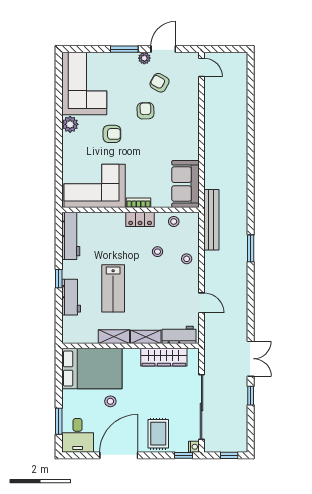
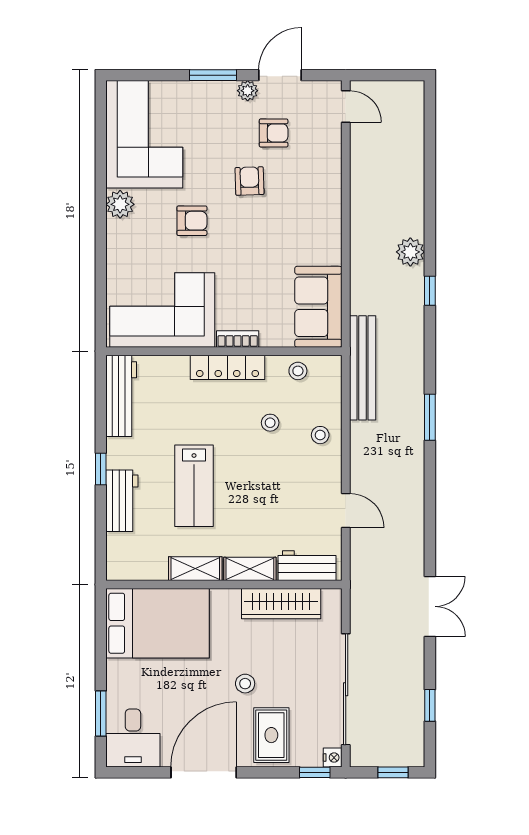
armchair: (160, 83) -> (274, 133), turned 151
plant: (239, 152) -> (410, 252), added
window: (251, 175) -> (430, 291), added
locker: (140, 219) -> (227, 367), width x1.53
window: (251, 396) -> (430, 705), moved
stool: (110, 401) -> (245, 684), moved

